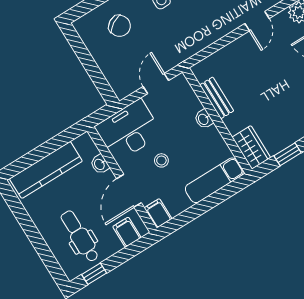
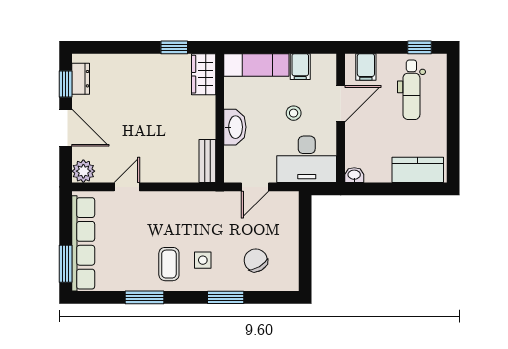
bench: (217, 98) -> (207, 161), moved
washbasin: (204, 119) -> (235, 127), width x1.91, depth x1.45
washbasin: (100, 164) -> (354, 175), moved, turned -90
kitchen counter: (46, 170) -> (418, 170), width x0.67
filing cabinet: (158, 213) -> (300, 67), moved

